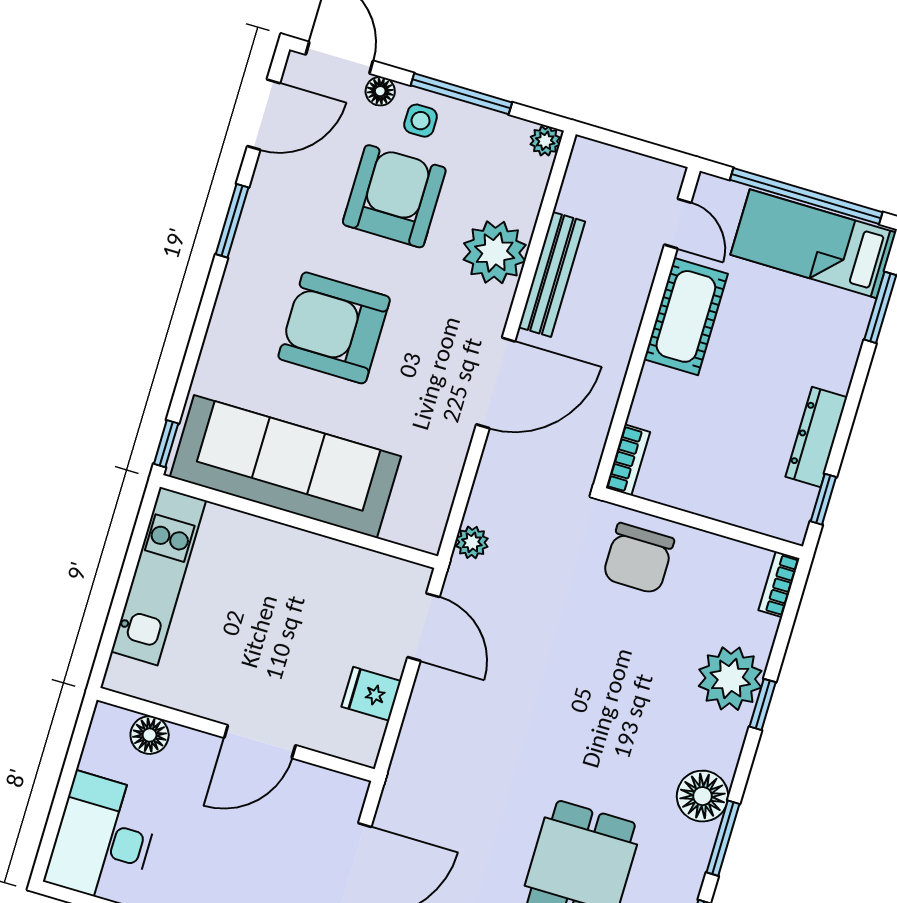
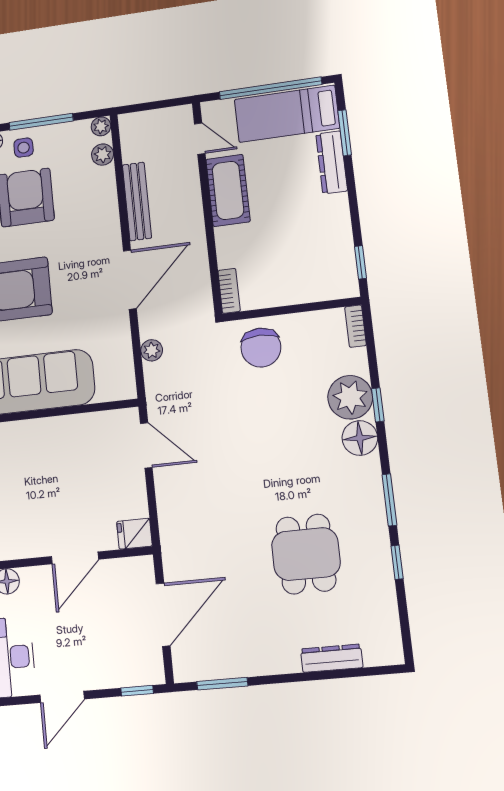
plant: (495, 252) -> (103, 155), moved, width x0.53, depth x0.53
dresser: (816, 437) -> (332, 162), moved
plant: (472, 542) -> (152, 350), moved
fridge: (371, 694) -> (134, 534), moved
floor lamp: (703, 796) -> (360, 438), moved

